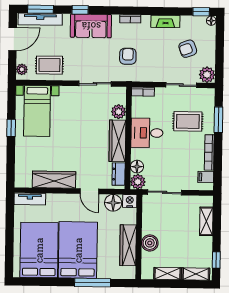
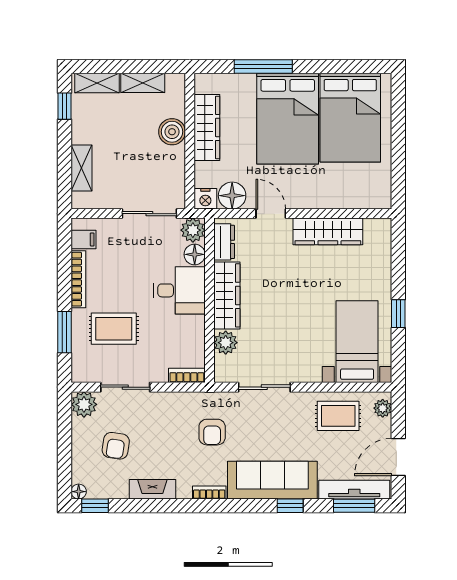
sofa: (91, 26) -> (272, 480), width x1.36
armchair: (188, 49) -> (116, 446), turned 119
desk: (147, 133) -> (179, 290), moved
tv unit: (30, 199) -> (366, 200), removed

